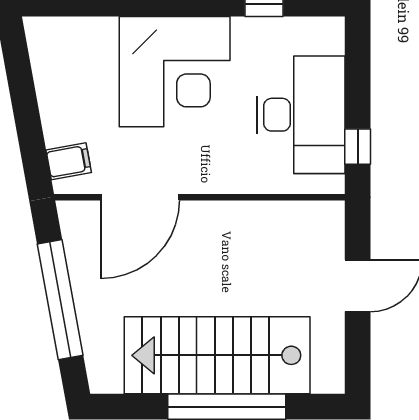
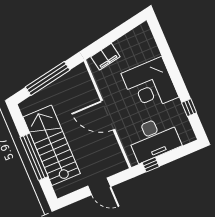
filing cabinet: (69, 161) -> (105, 57), width x2.00
door: (140, 197) -> (108, 115), moved

